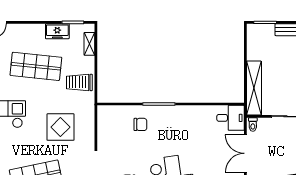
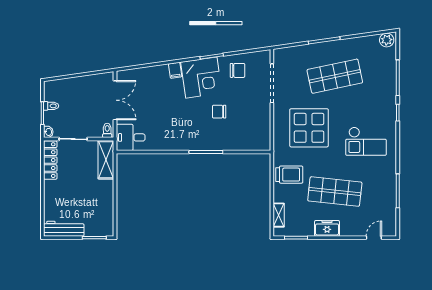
freezer: (57, 31) -> (327, 228), moved
shelving: (254, 88) -> (106, 160), width x0.68
chair: (140, 124) -> (219, 112), moved
display table: (60, 127) -> (309, 128), width x1.36, depth x1.36

